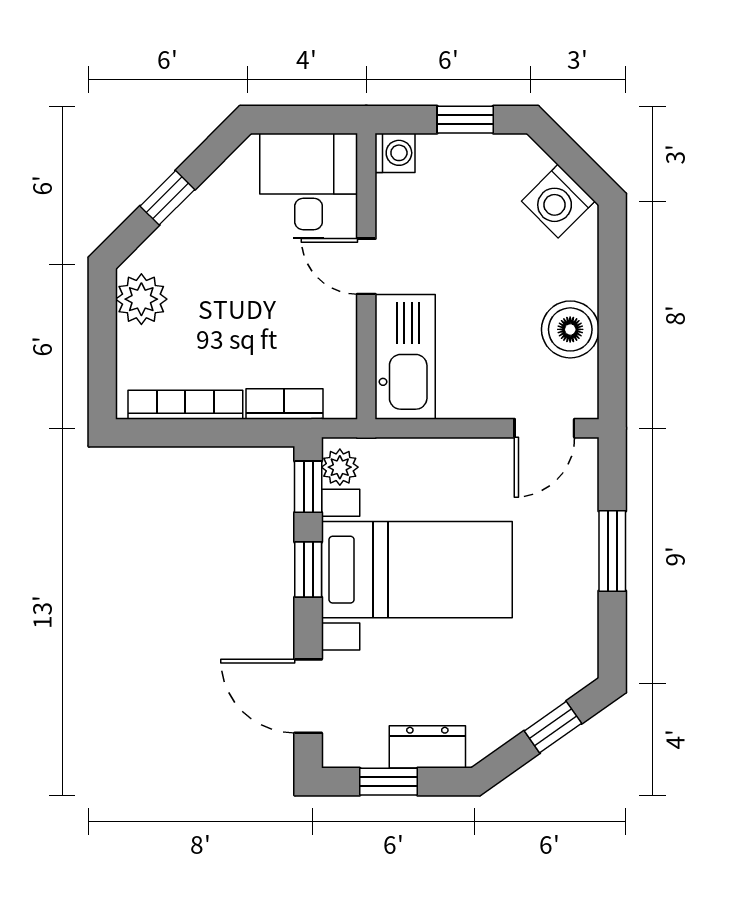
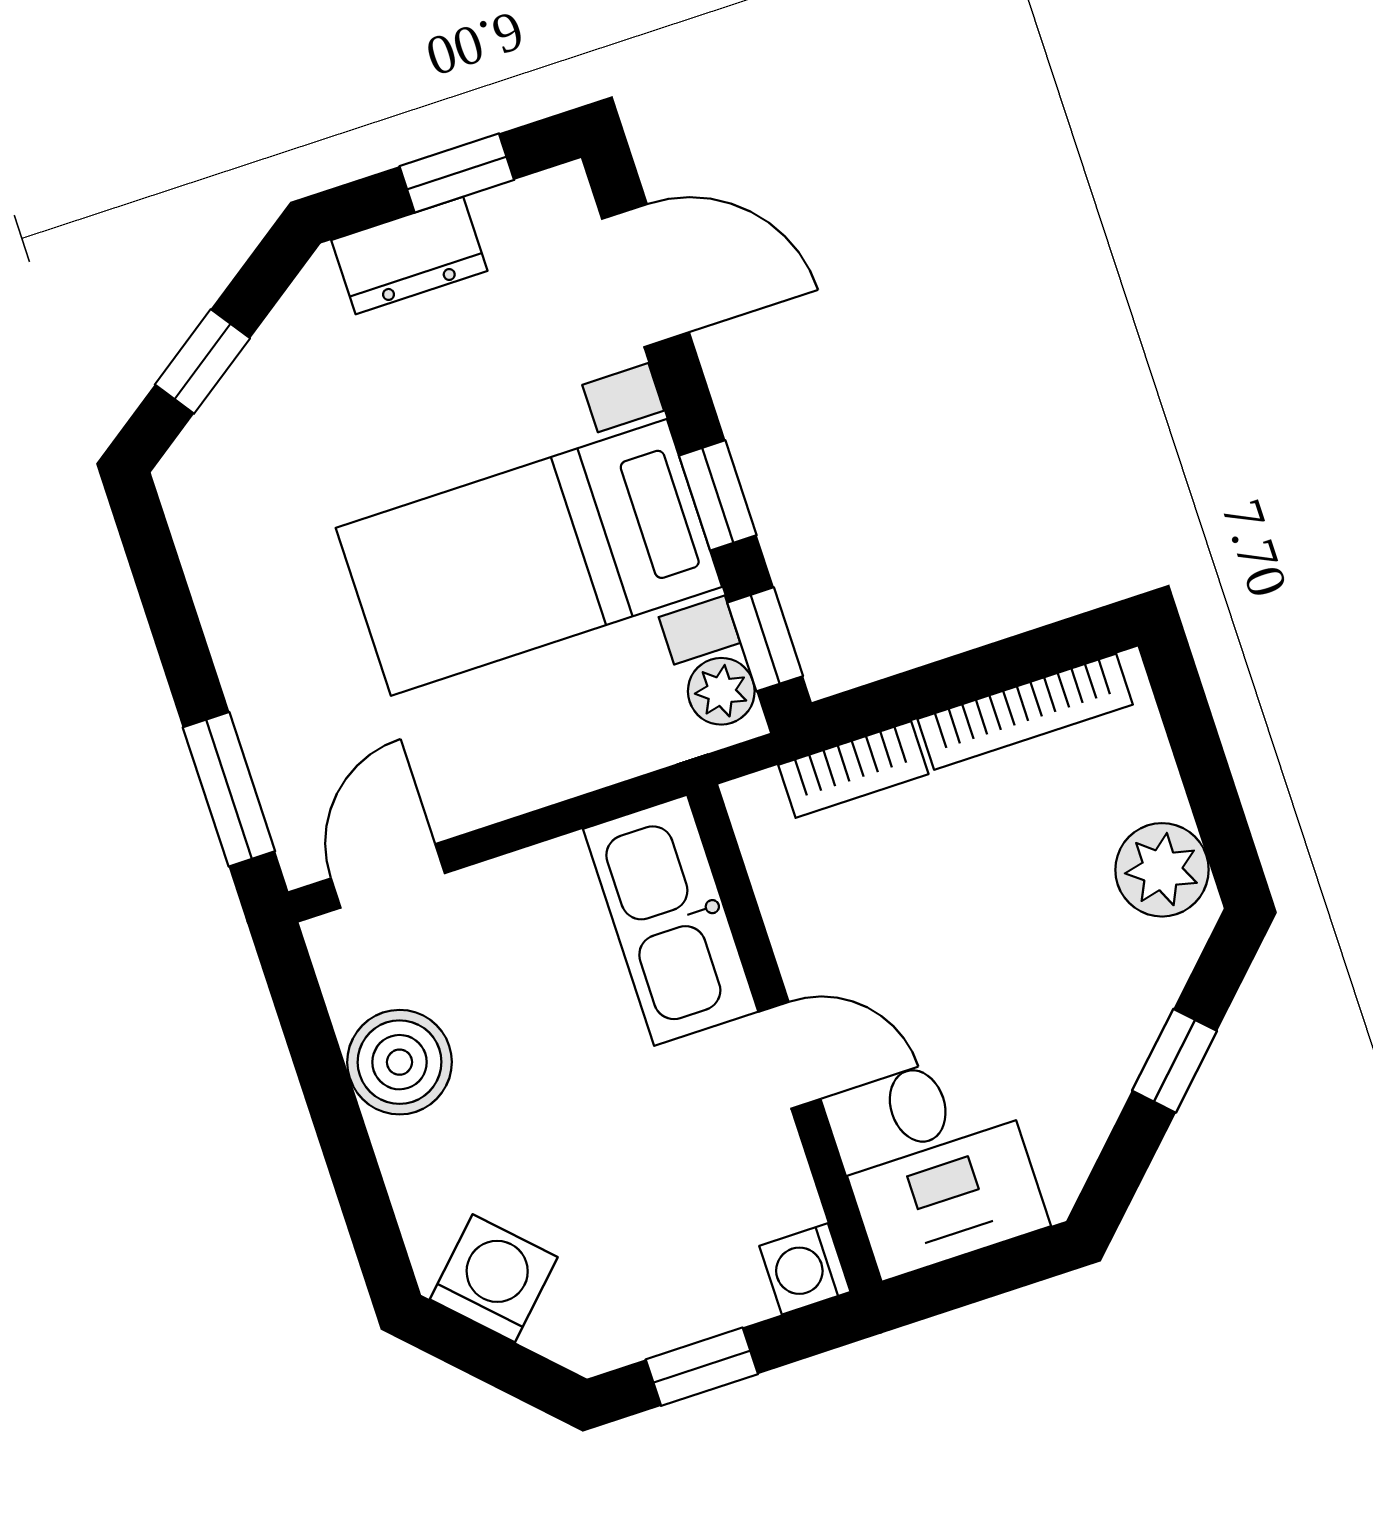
window: (612, 551) -> (229, 789), moved

